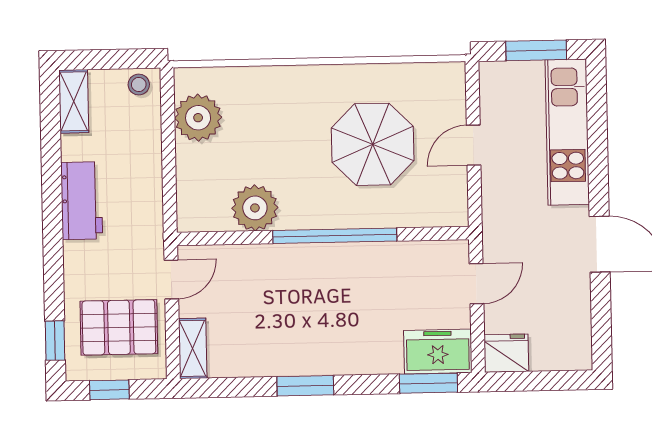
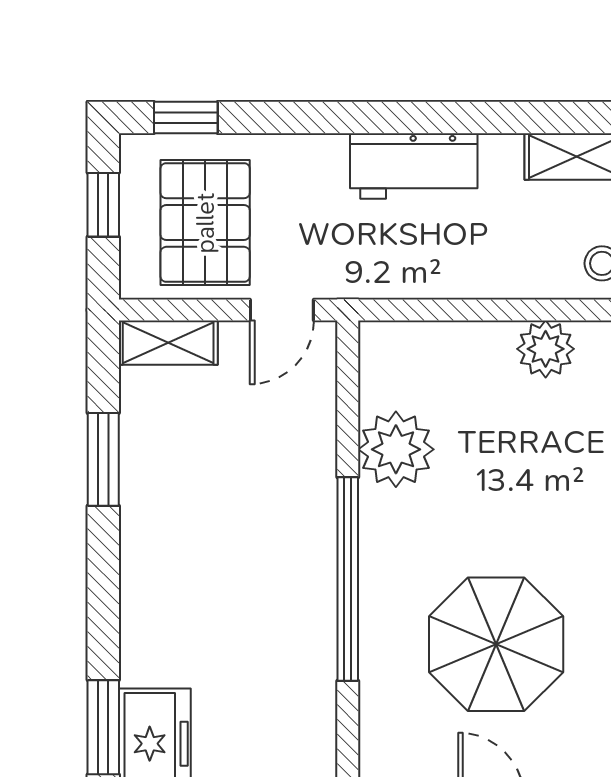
plant: (198, 118) -> (546, 349), width x0.73, depth x0.73
door: (171, 279) -> (282, 310), hinge flipped
window: (305, 386) -> (103, 459), moved

